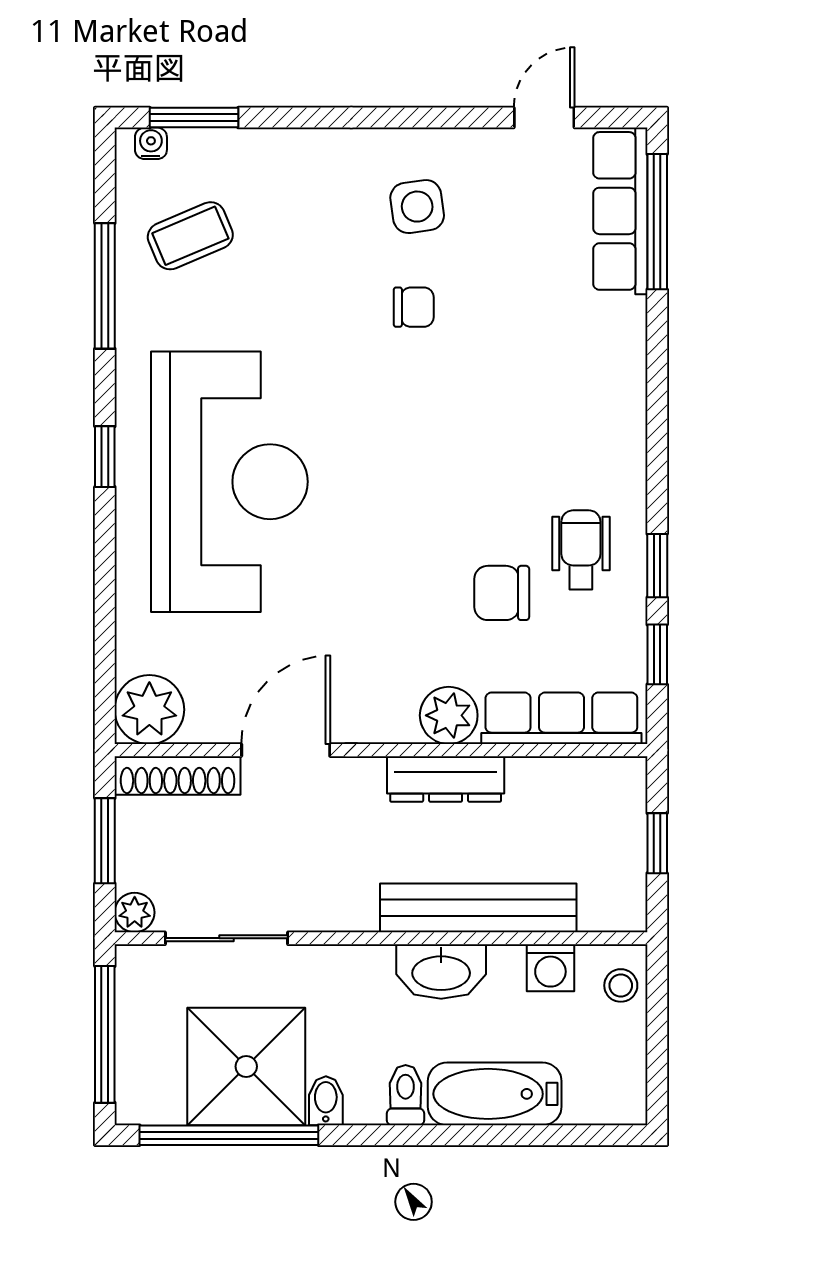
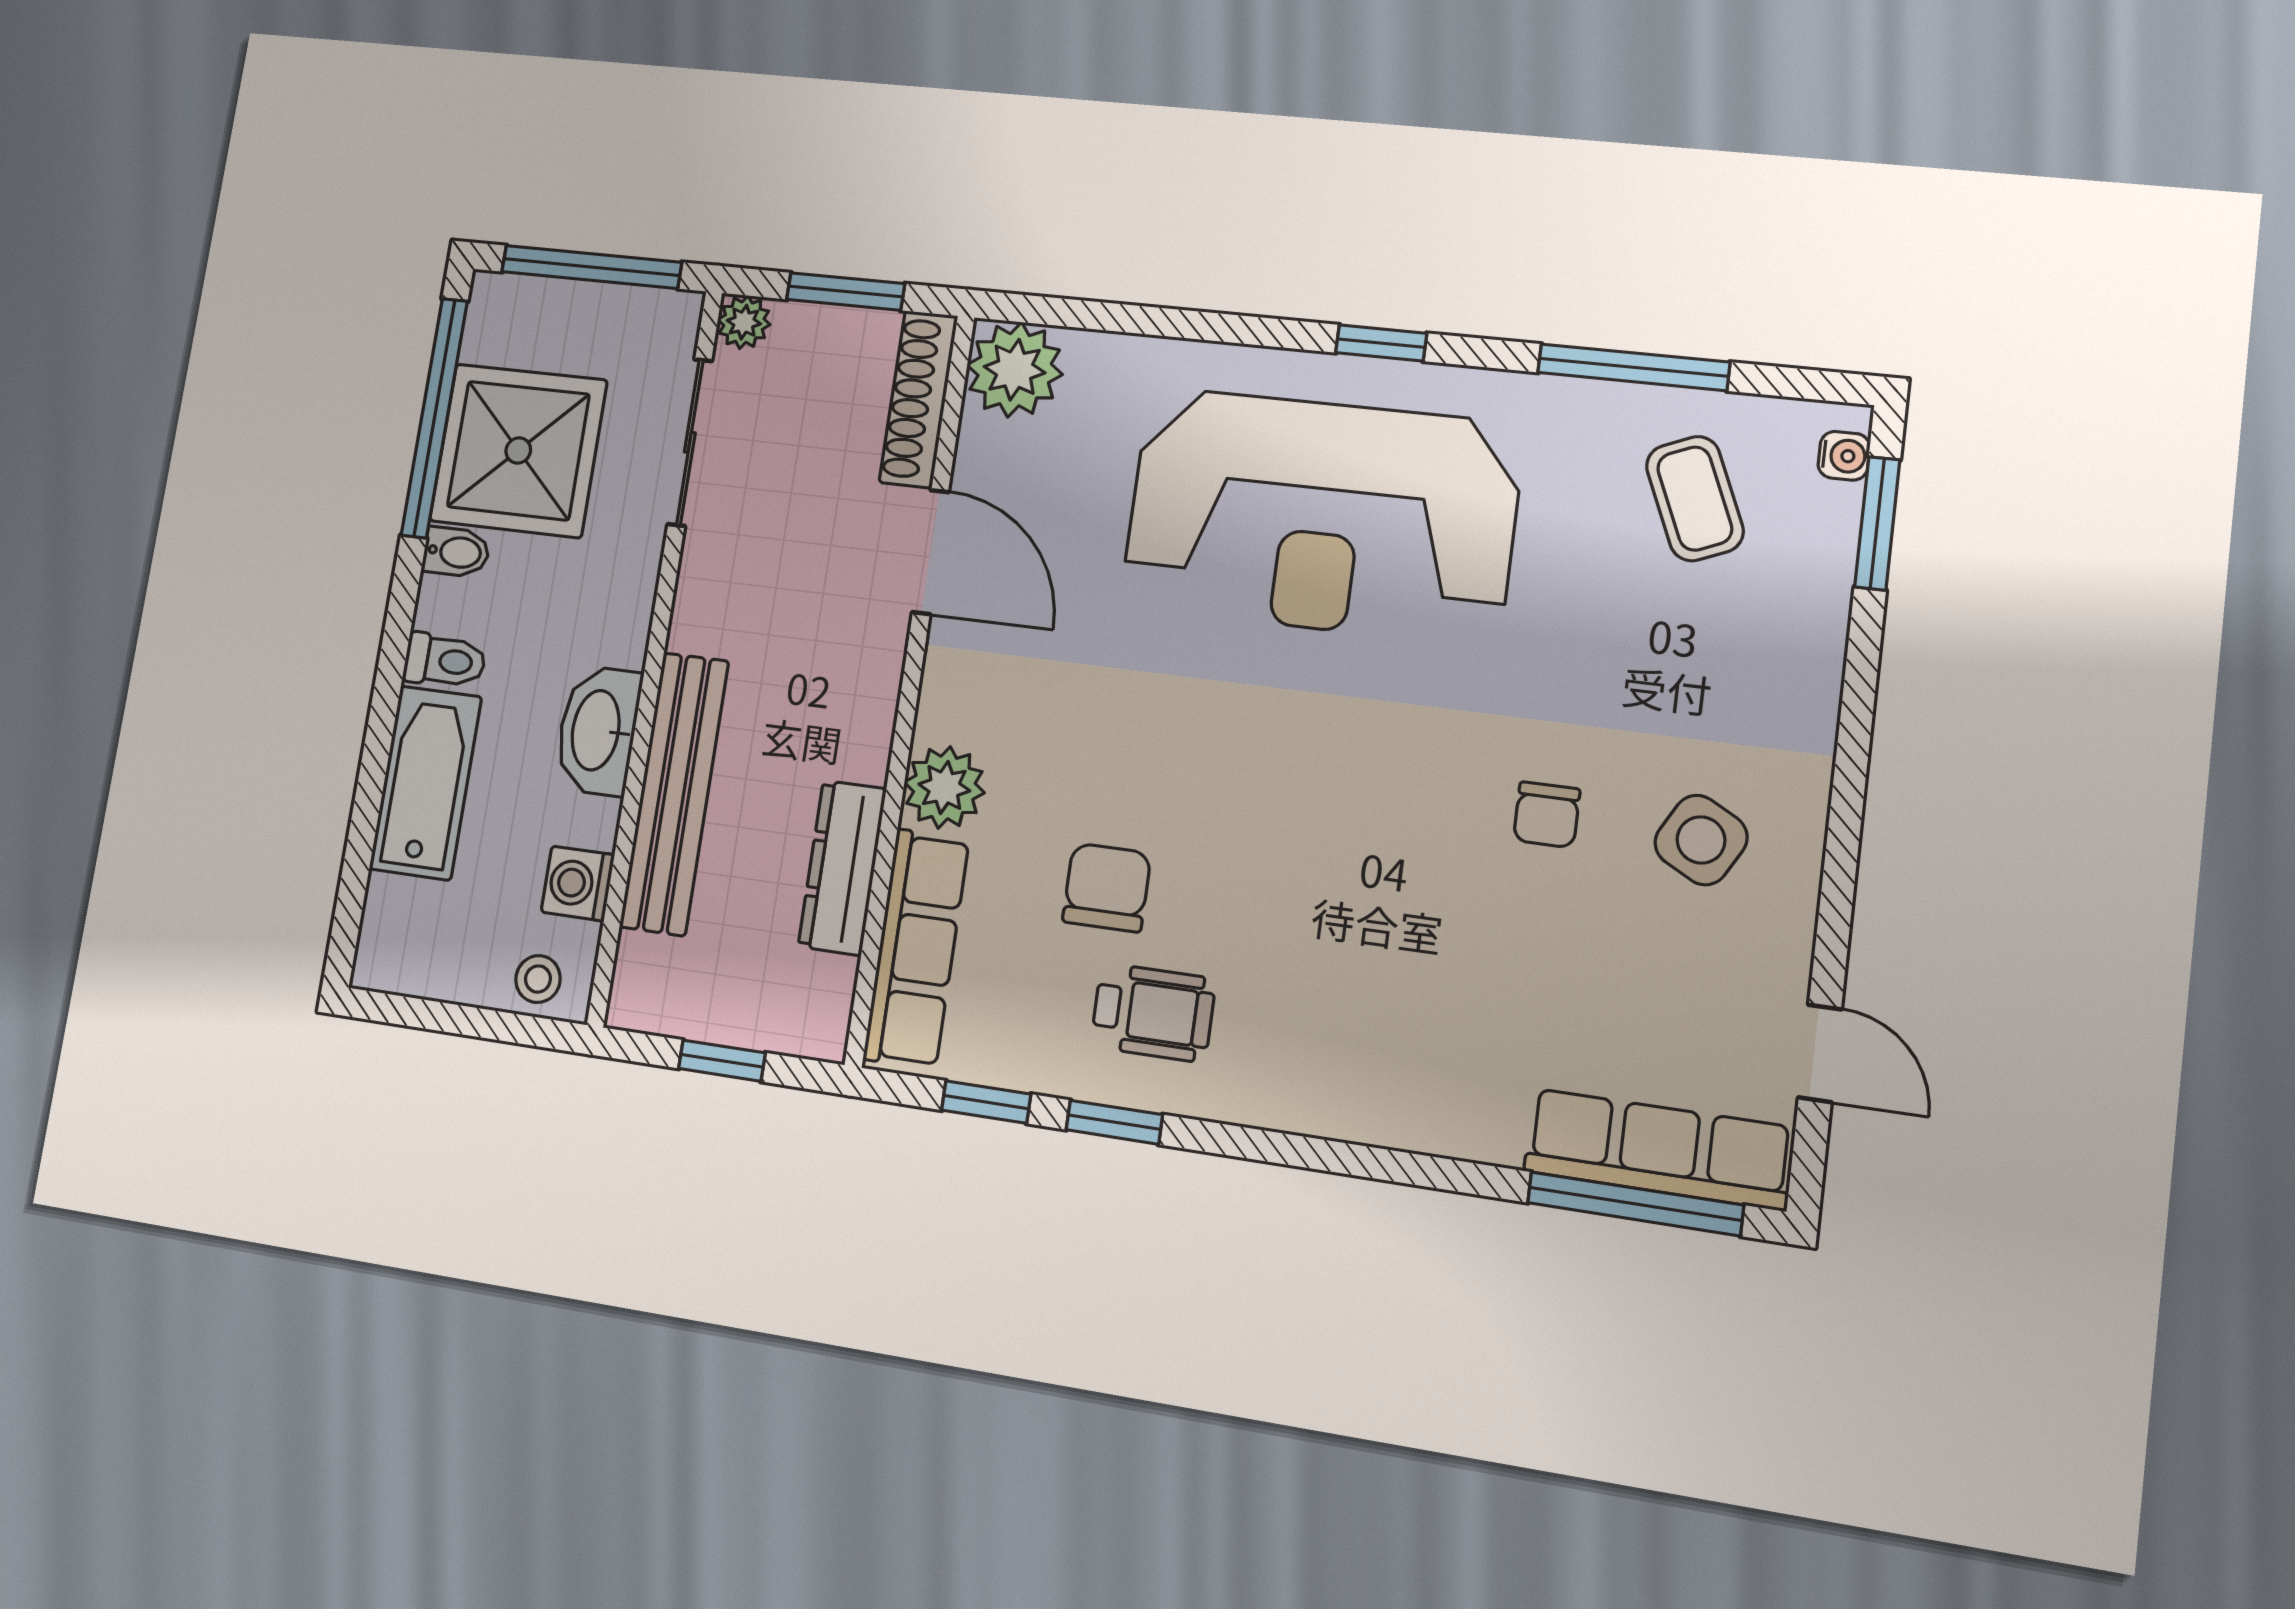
side table: (417, 207) -> (1701, 840), turned 37
dresser: (446, 779) -> (842, 868), moved

